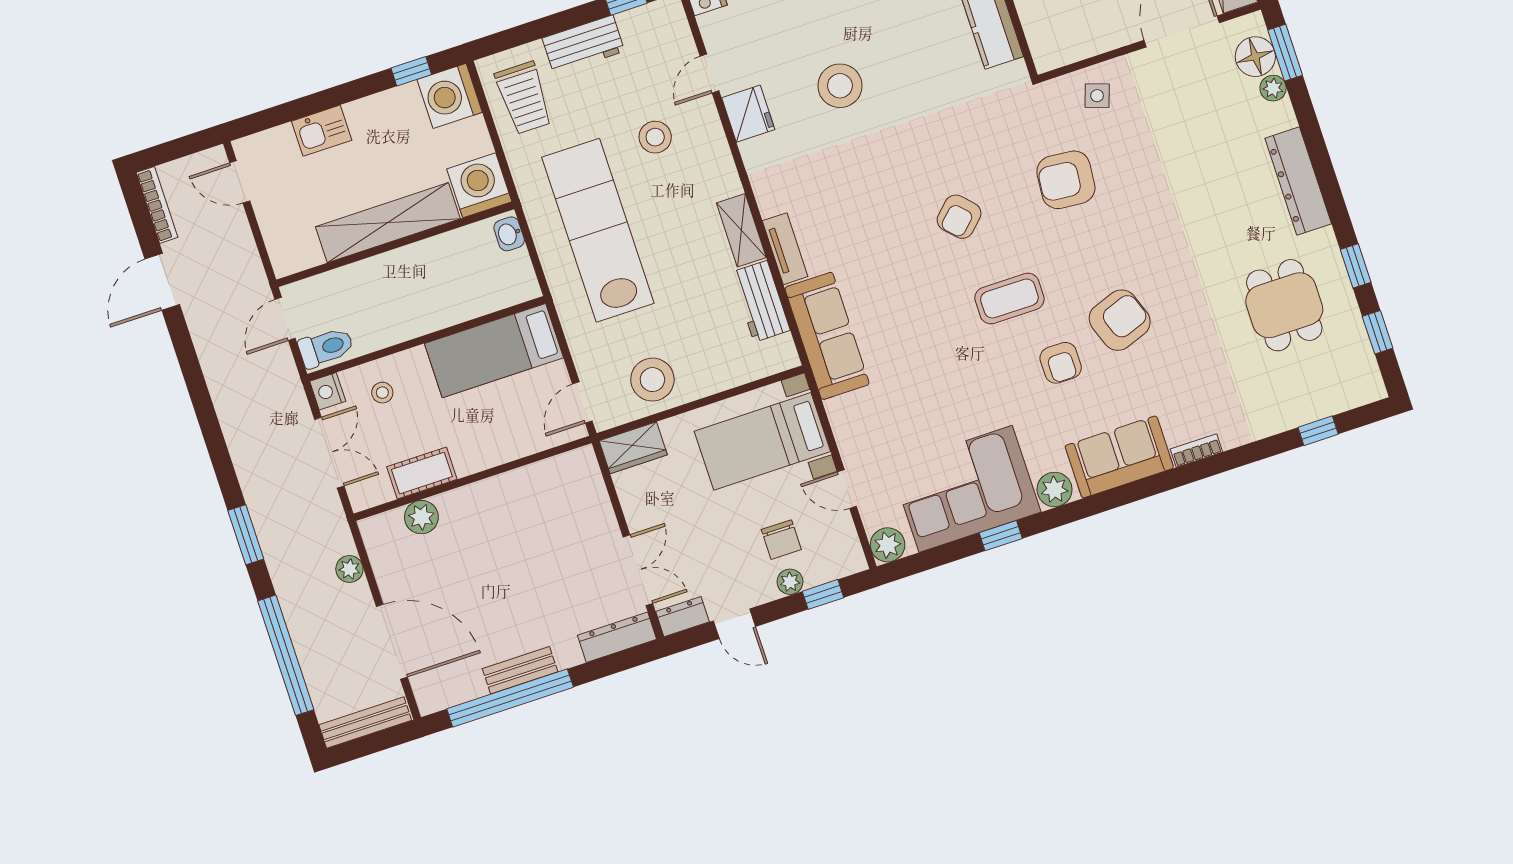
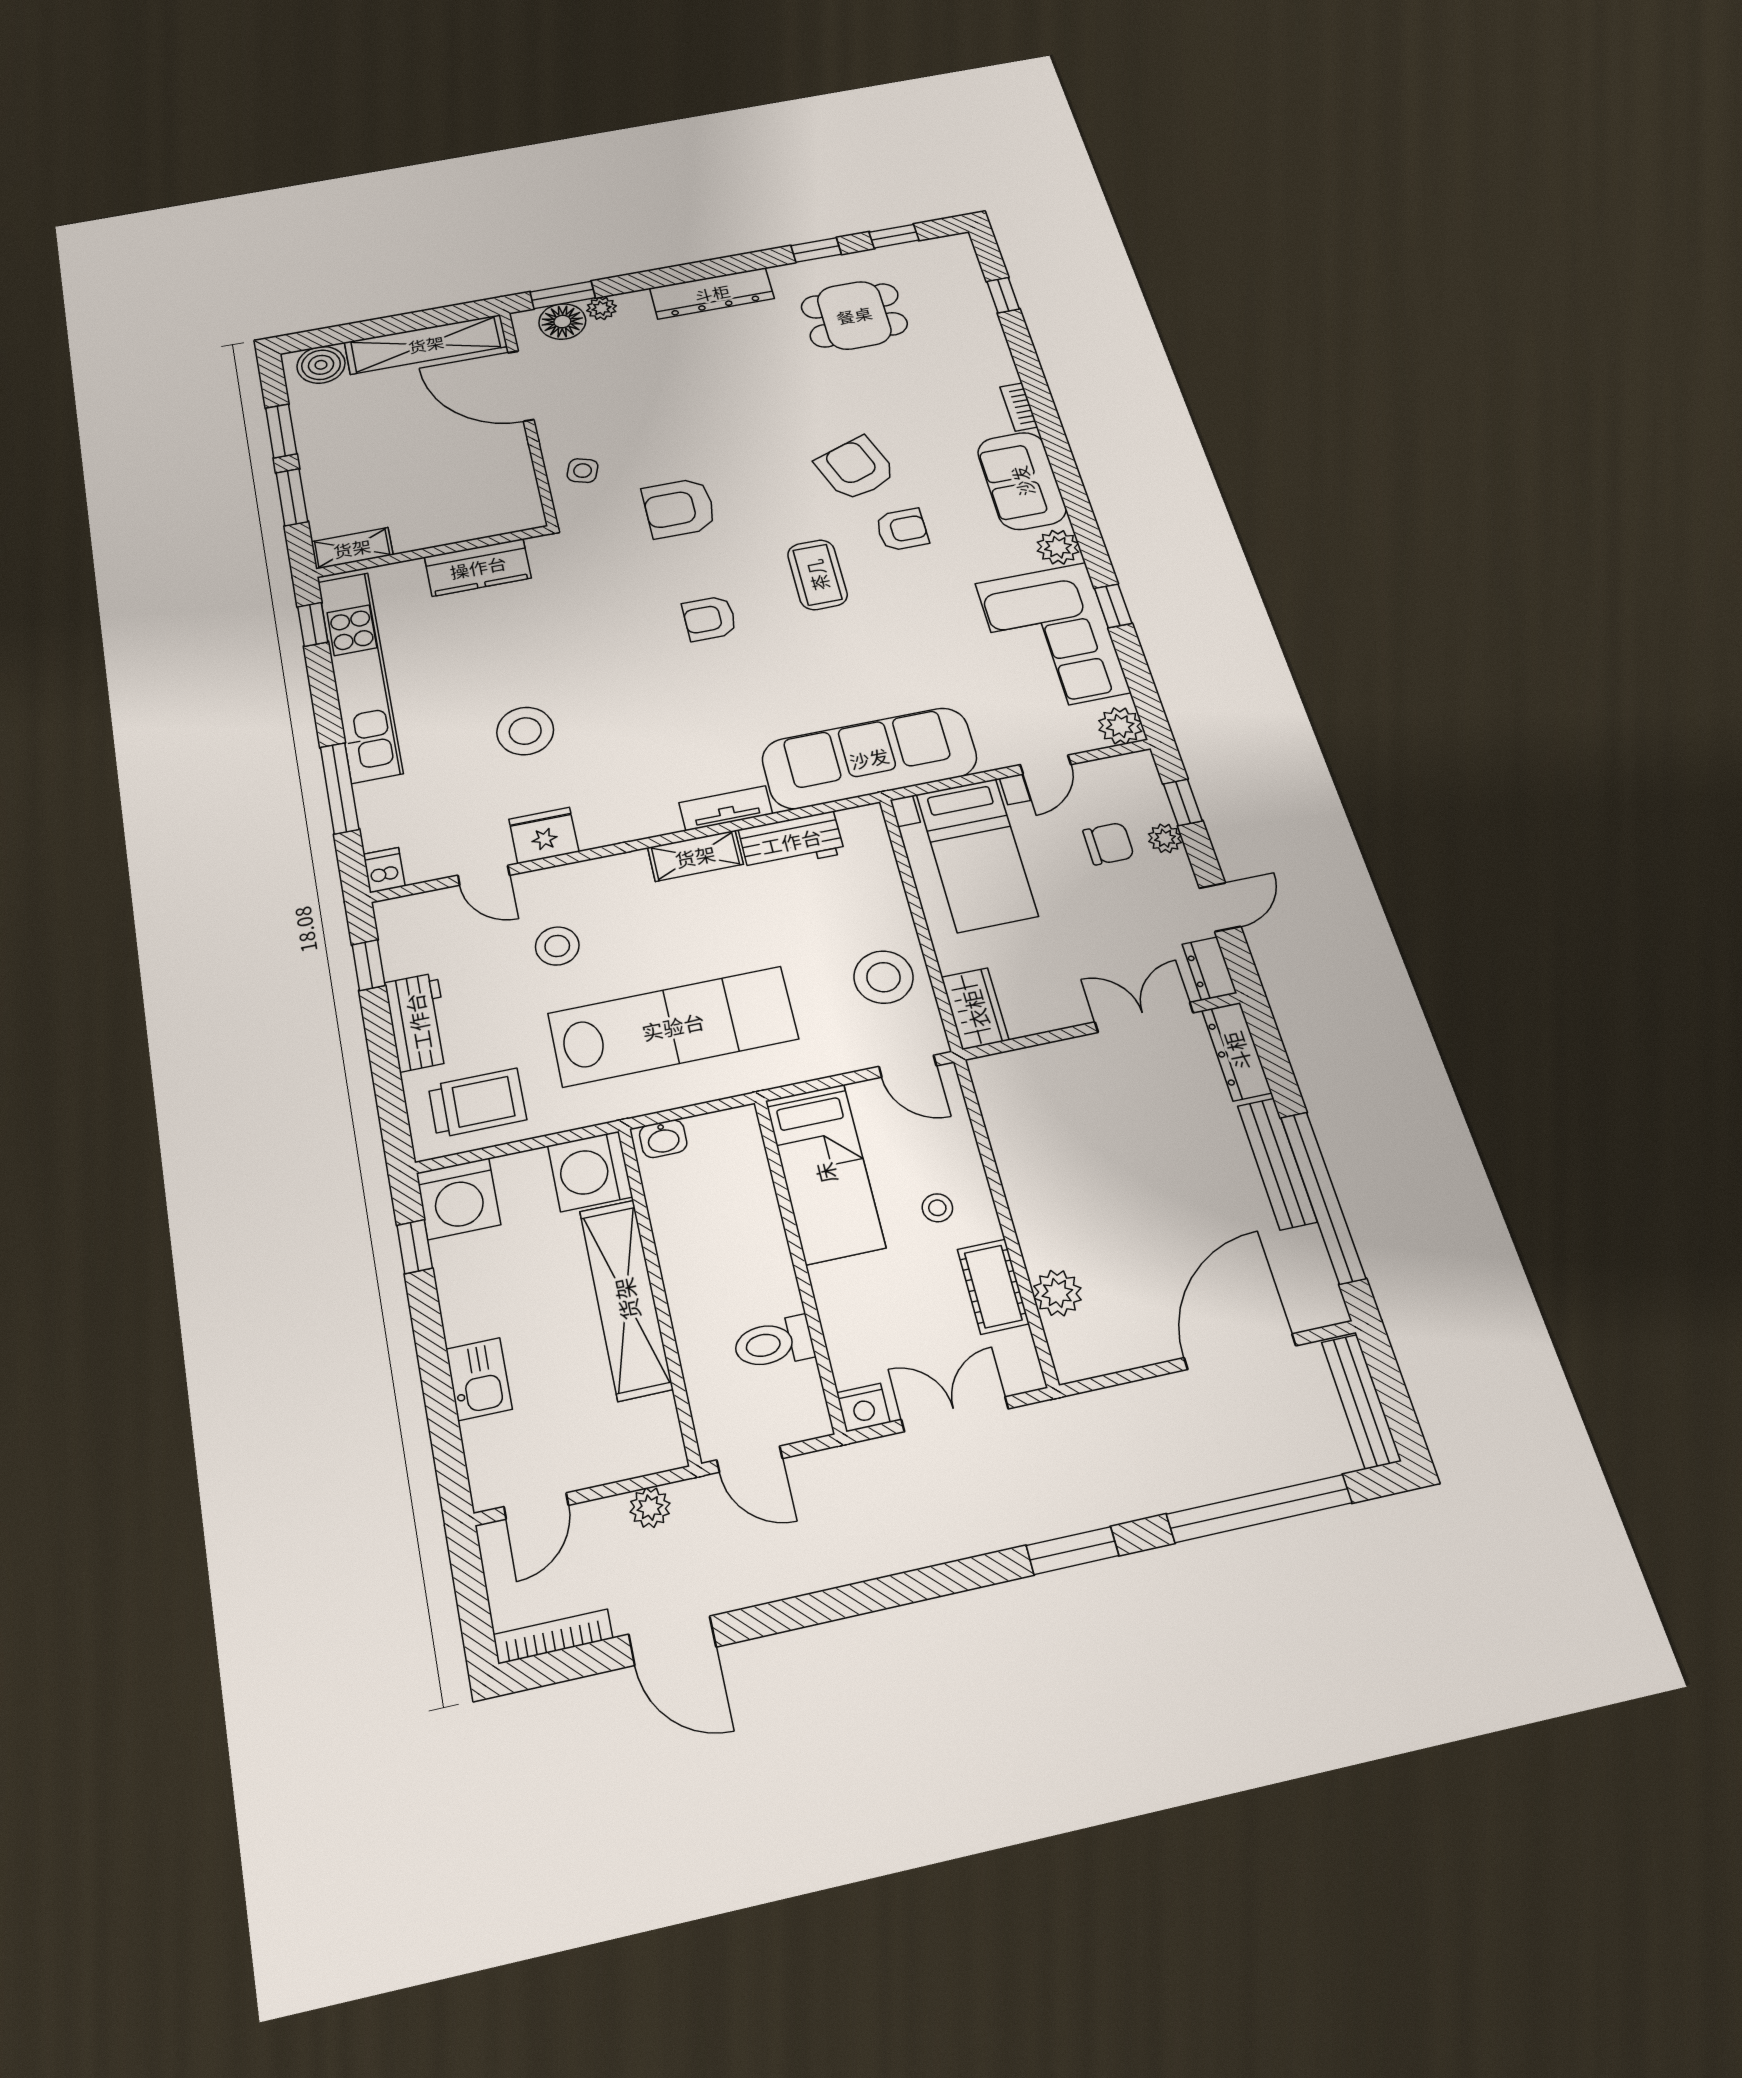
armchair: (1066, 180) -> (679, 508), turned 85
armchair: (959, 217) -> (709, 618), turned 134
lab bench: (598, 230) -> (673, 1026), turned 180
sofa: (827, 336) -> (869, 758), width x1.36, depth x1.27
toilet: (326, 347) -> (774, 1343), moved, turned -90
stool: (382, 393) -> (937, 1208), moved
plant: (349, 569) -> (650, 1508), moved
bench: (520, 670) -> (1277, 1163), width x1.36

